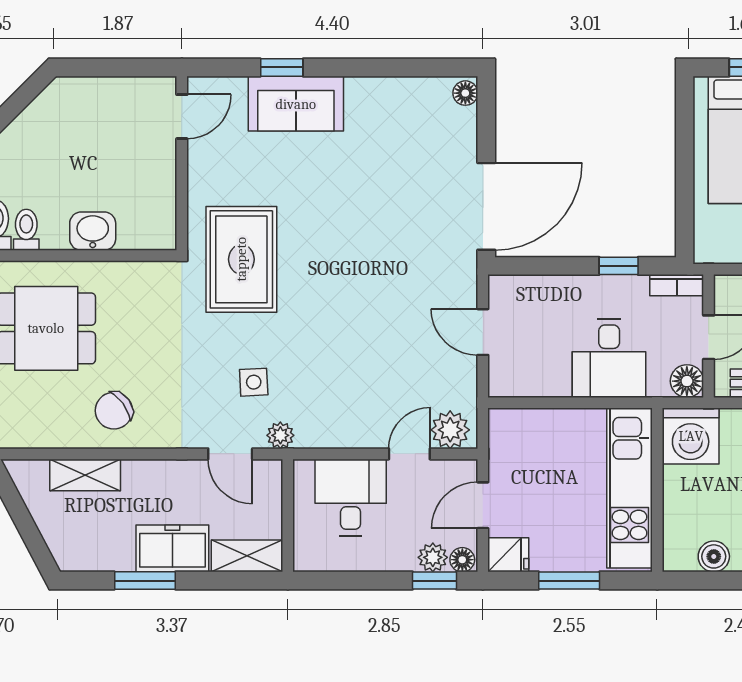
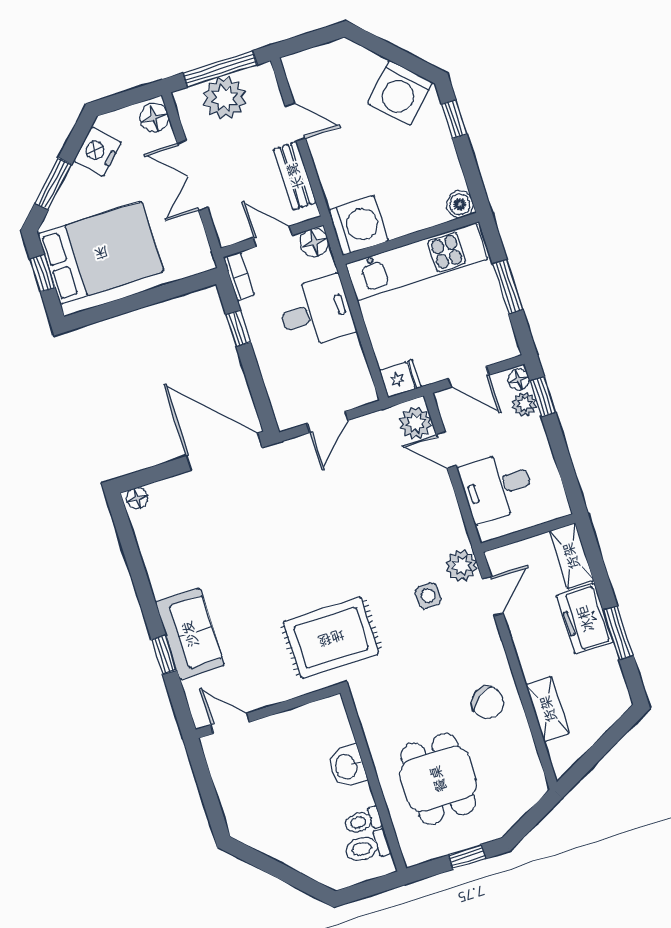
plant: (280, 435) -> (462, 566), width x1.38, depth x1.38
fridge: (508, 555) -> (400, 379), moved, turned 90
boiler: (714, 556) -> (460, 204), moved

